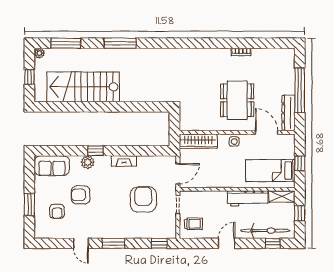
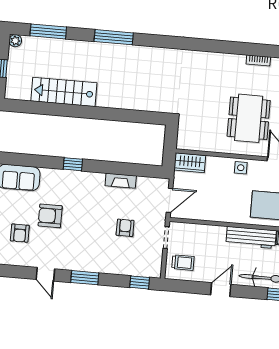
stairs: (83, 87) -> (64, 92), width x0.73, depth x0.66
wardrobe: (198, 141) -> (190, 163), width x0.67
fireplace: (124, 161) -> (121, 181), moved
plant: (88, 162) -> (62, 177), removed
armchair: (143, 199) -> (125, 228), width x0.53, depth x0.53

